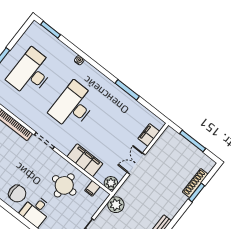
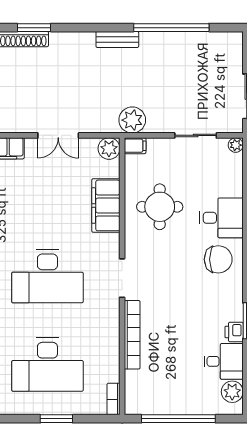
filing cabinet: (92, 188) -> (135, 146), moved
chair: (17, 194) -> (218, 259), turned 90

